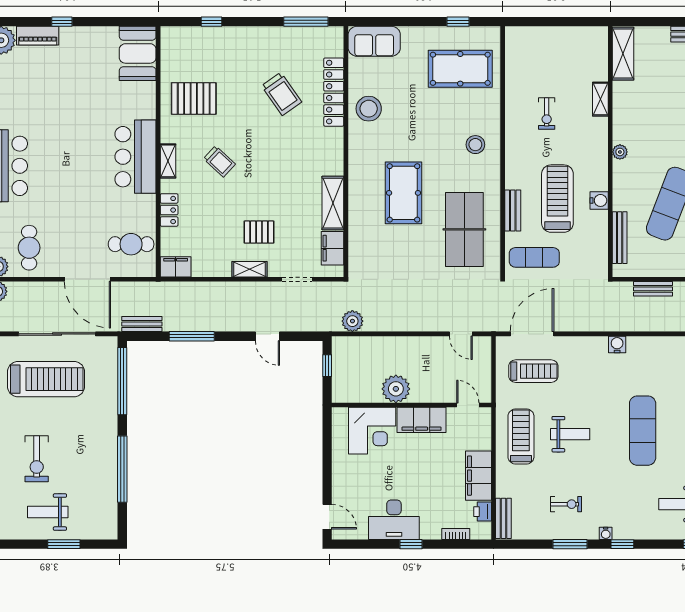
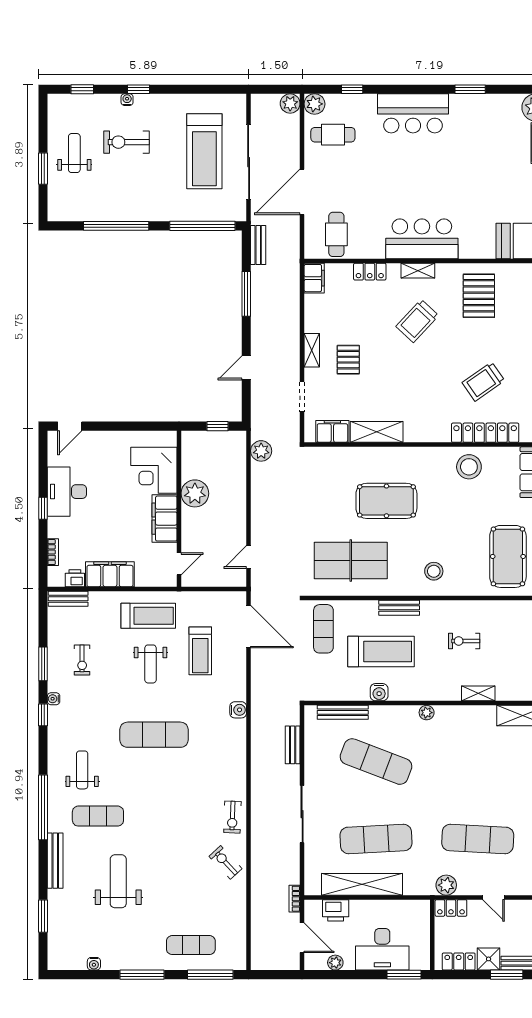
trolley: (219, 161) -> (417, 321), width x1.36, depth x1.39
bench: (513, 210) -> (399, 608), moved
treadmill: (533, 371) -> (200, 651), moved

